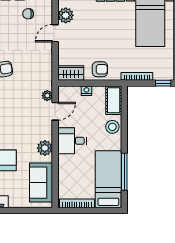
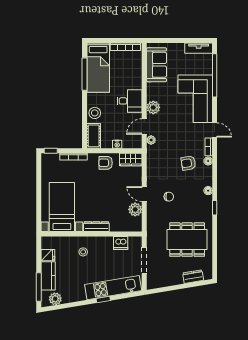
chair: (28, 14) -> (169, 197), moved
door: (55, 33) -> (144, 194), swing flipped
plant: (45, 148) -> (153, 107), moved

